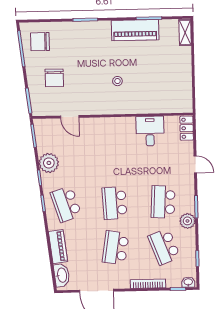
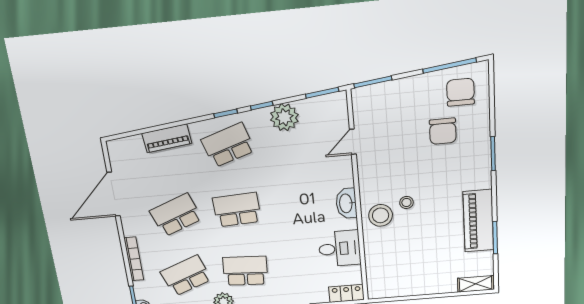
chair: (54, 78) -> (443, 131), moved, turned -90
stool: (126, 100) -> (381, 215), added
school desk: (116, 248) -> (176, 215), turned -30
washbasin: (62, 275) -> (346, 203), moved, turned 97

